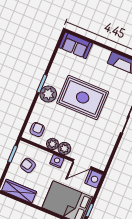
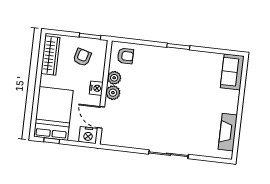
plant: (48, 94) -> (169, 57), removed
rug: (83, 98) -> (176, 97), removed

